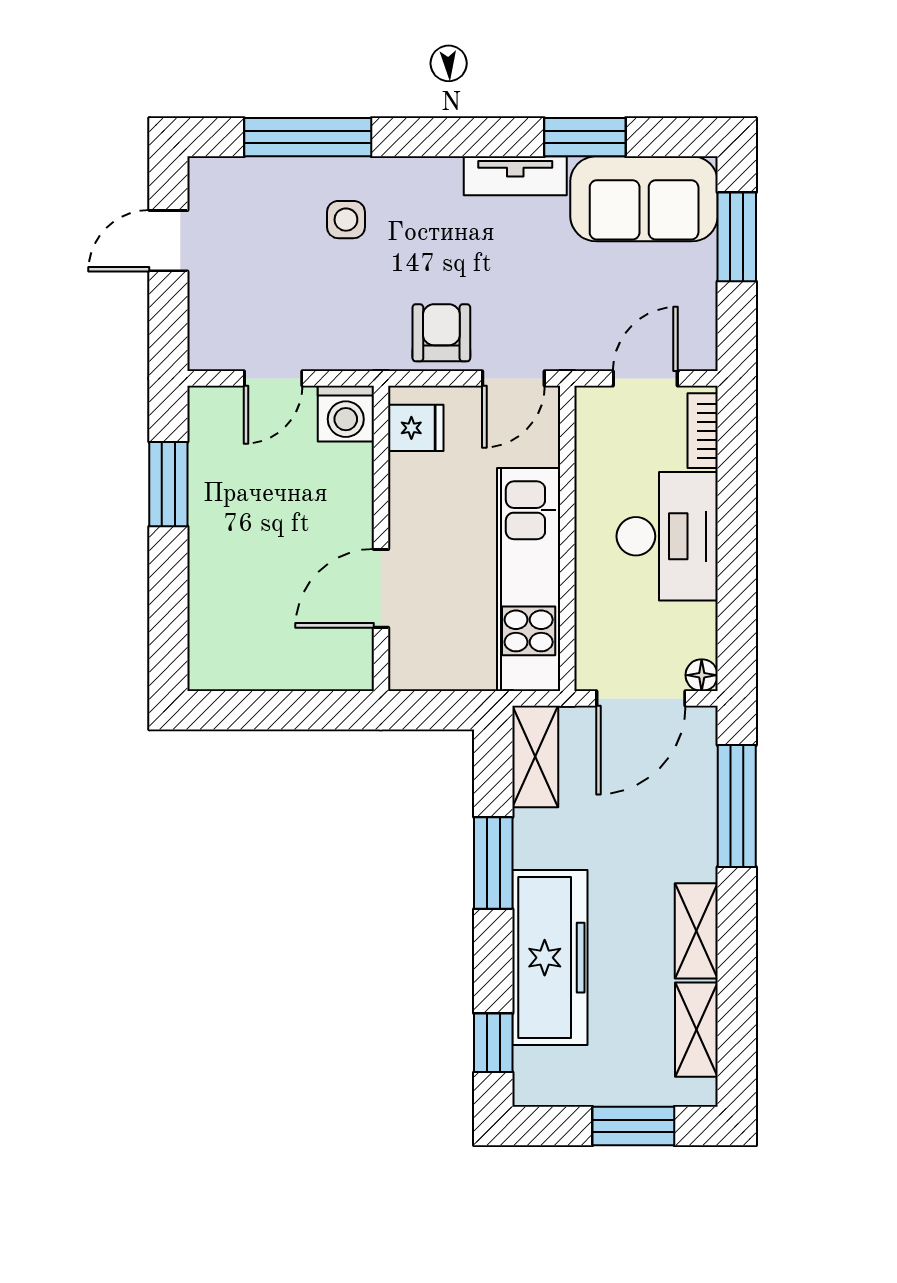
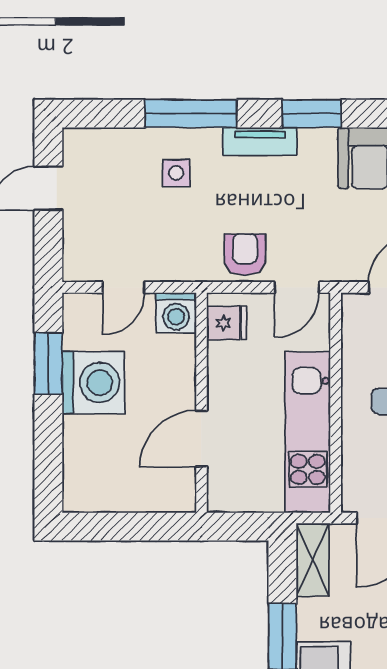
window: (308, 137) -> (191, 114), moved
window: (585, 137) -> (312, 114), moved
tv unit: (515, 176) -> (260, 141), moved
washing machine: (231, 510) -> (93, 383), added

